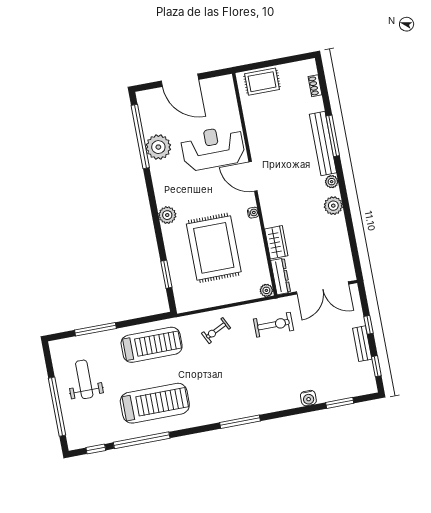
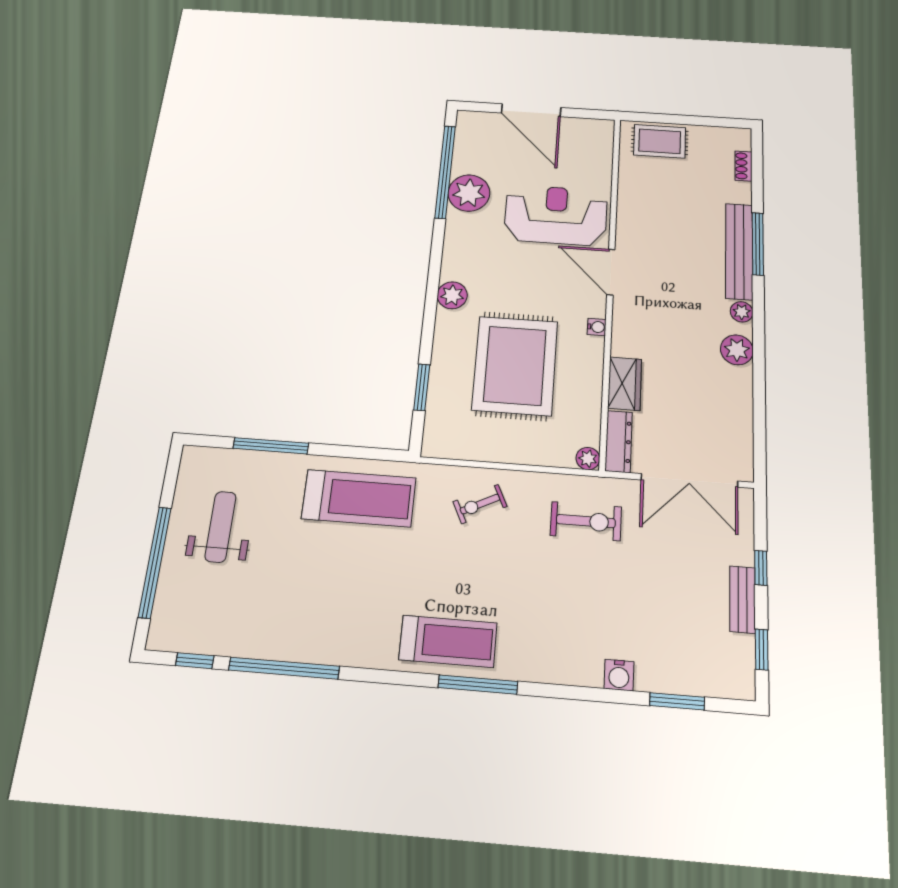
treadmill: (155, 403) -> (448, 641), moved, width x0.73, depth x0.73

